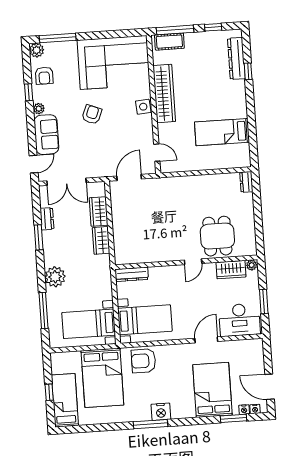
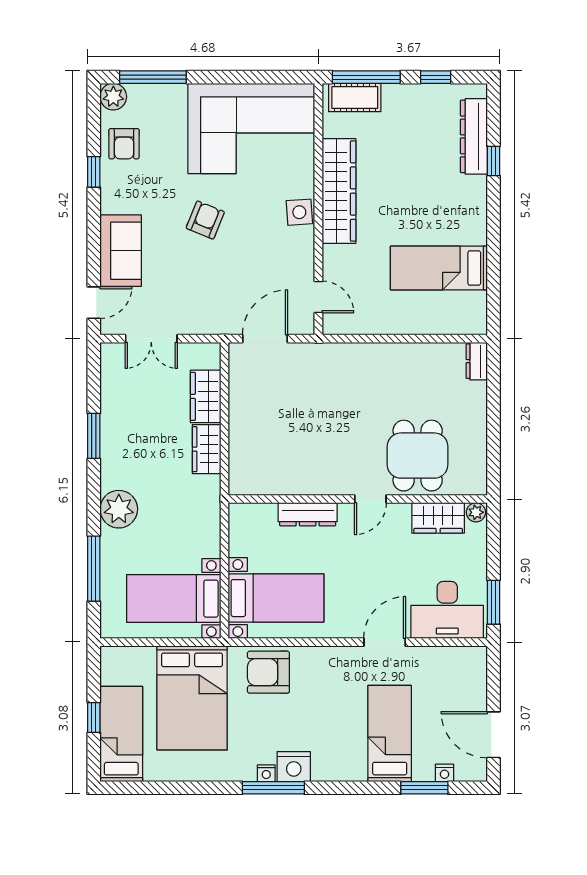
plant: (39, 109) -> (110, 203), removed
double door: (67, 182) -> (151, 339), width x0.73
dresser: (47, 219) -> (111, 403), removed
dresser: (132, 274) -> (308, 514), moved
window: (264, 302) -> (493, 602), moved
bed: (212, 390) -> (390, 733), width x0.67
nightstand: (255, 409) -> (266, 773), moved

